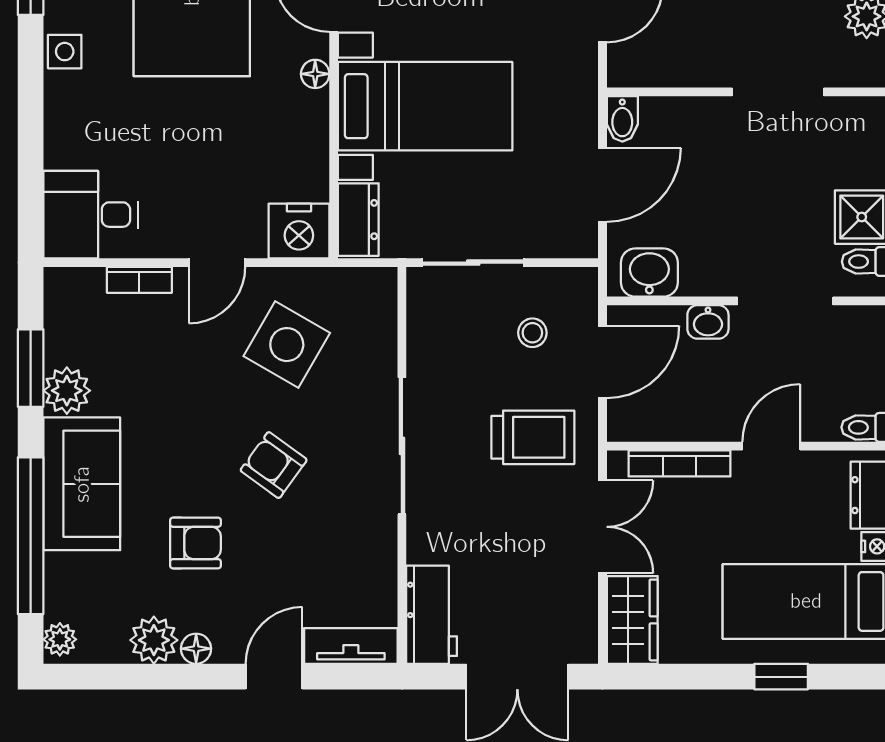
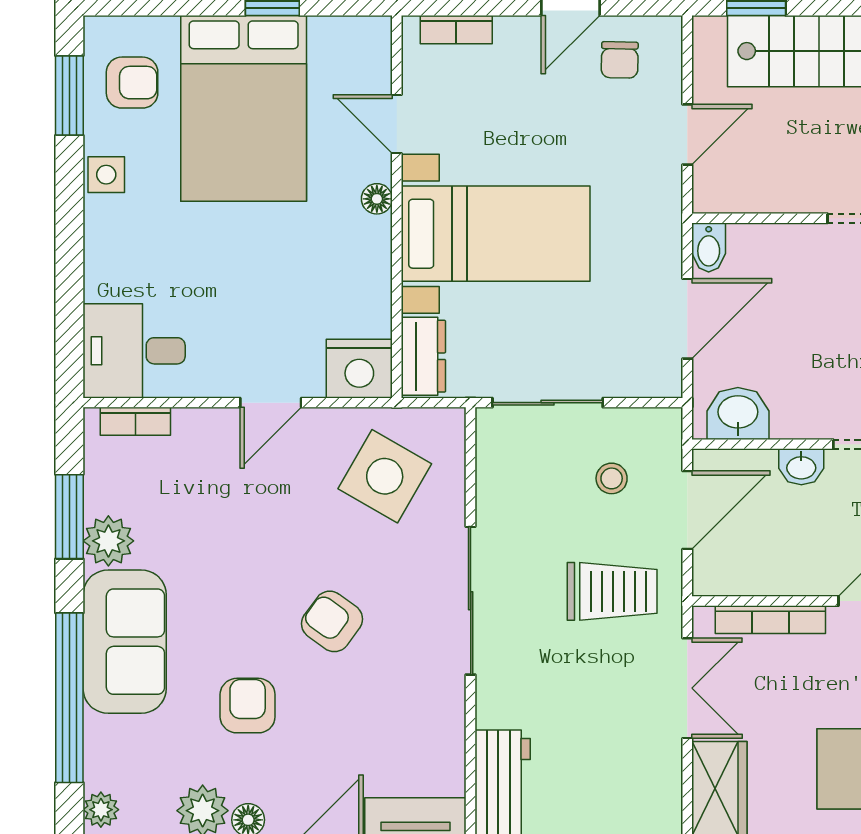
bookcase: (139, 280) -> (135, 421), moved
side table: (287, 345) -> (385, 476), moved
armchair: (196, 543) -> (248, 706), turned -90

